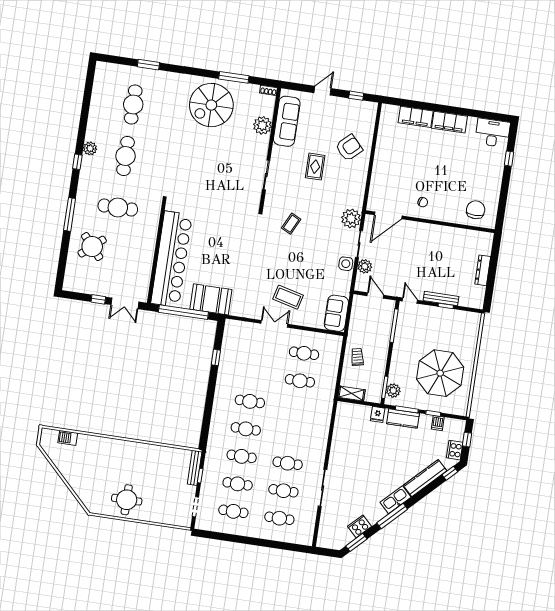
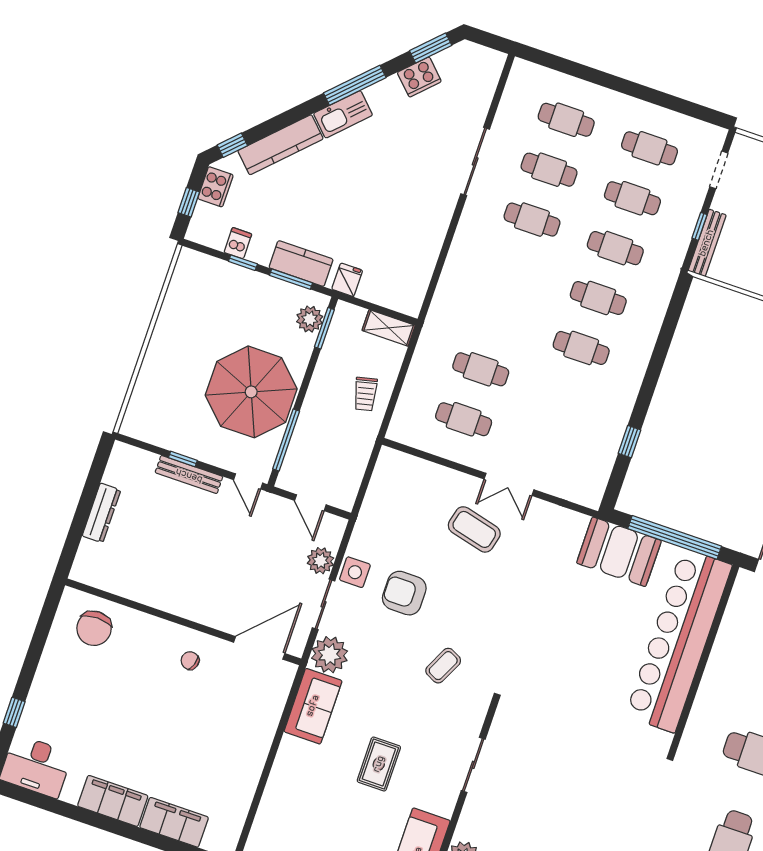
armchair: (349, 148) -> (404, 593), moved, turned 43
sofa: (336, 313) -> (313, 706), moved
parasol: (440, 373) -> (251, 392), moved

